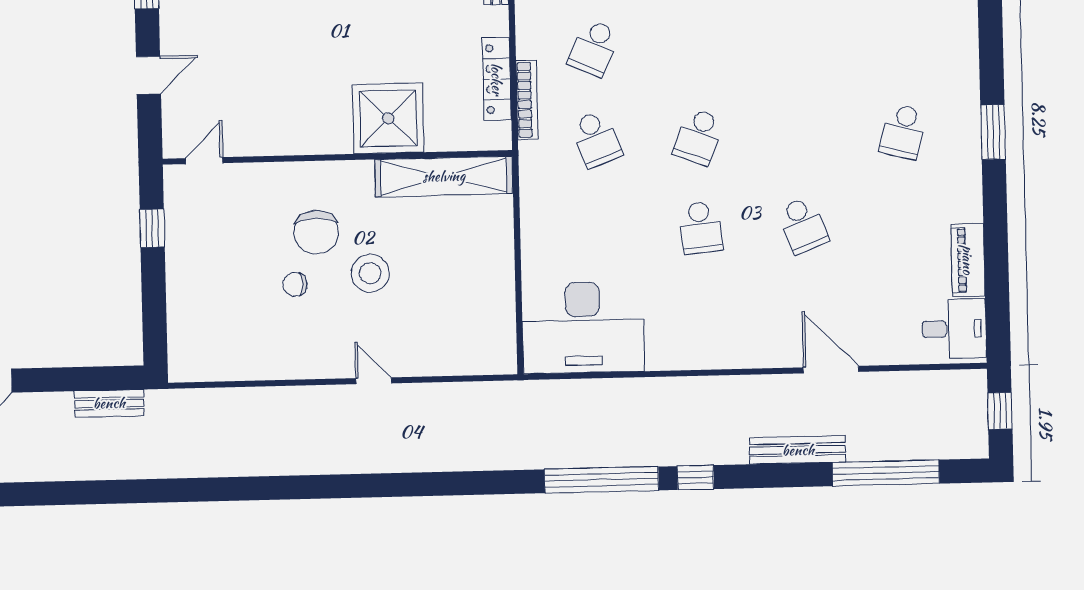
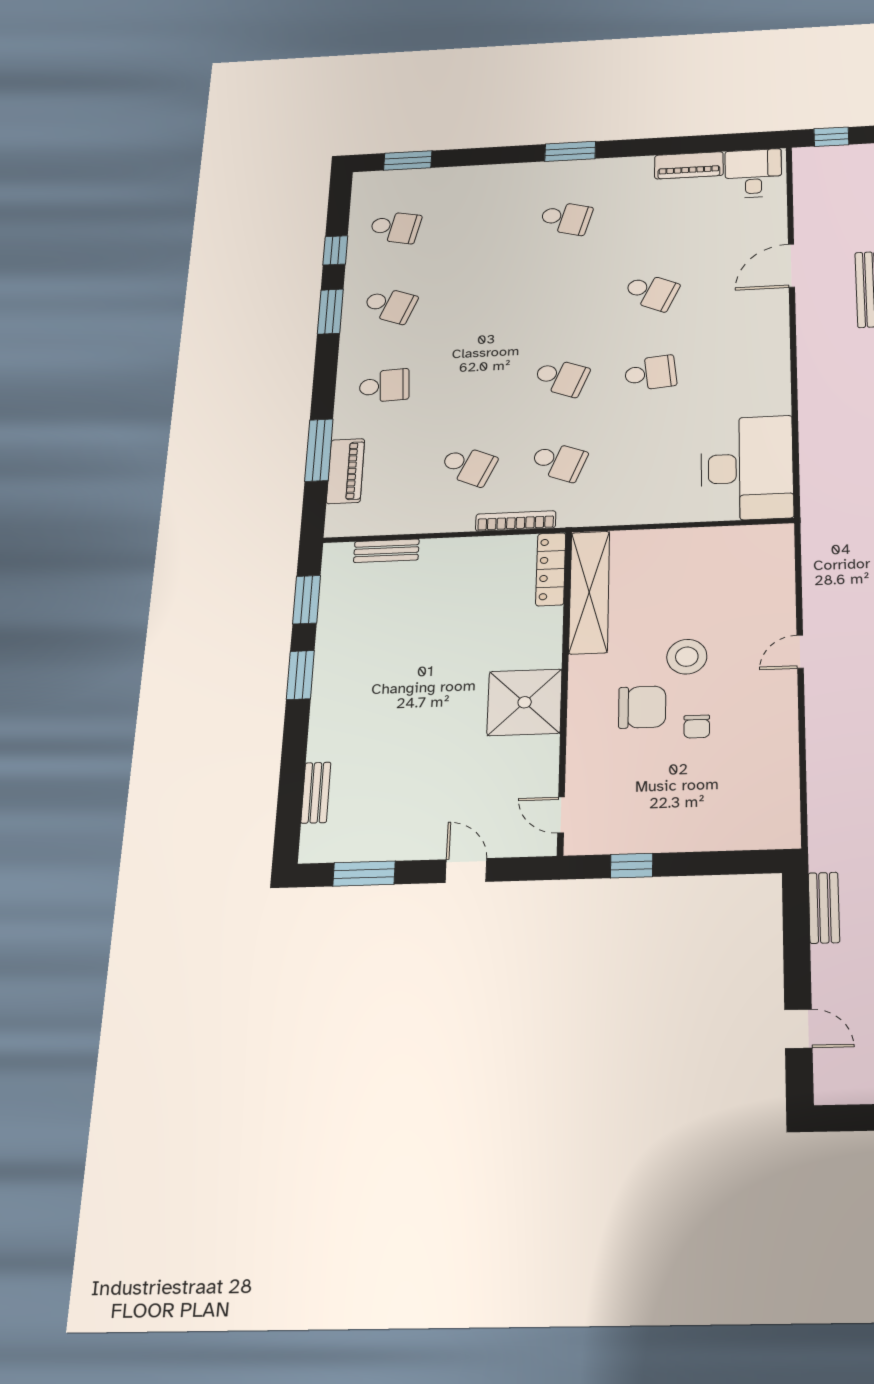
locker: (497, 79) -> (551, 569), moved, turned 90
shower: (388, 118) -> (525, 702), moved
school desk: (596, 139) -> (559, 461), turned 42
school desk: (803, 225) -> (651, 292), turned 45

